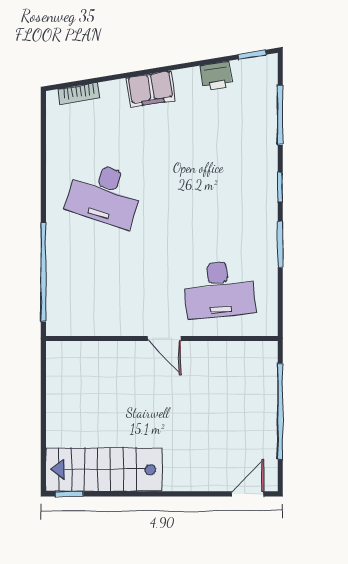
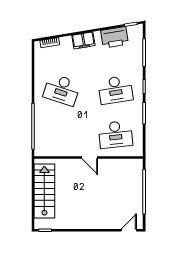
printer: (216, 76) -> (115, 37), width x1.87, depth x1.48
desk: (219, 194) -> (115, 90), added
stairs: (104, 470) -> (44, 191), moved, turned 90

